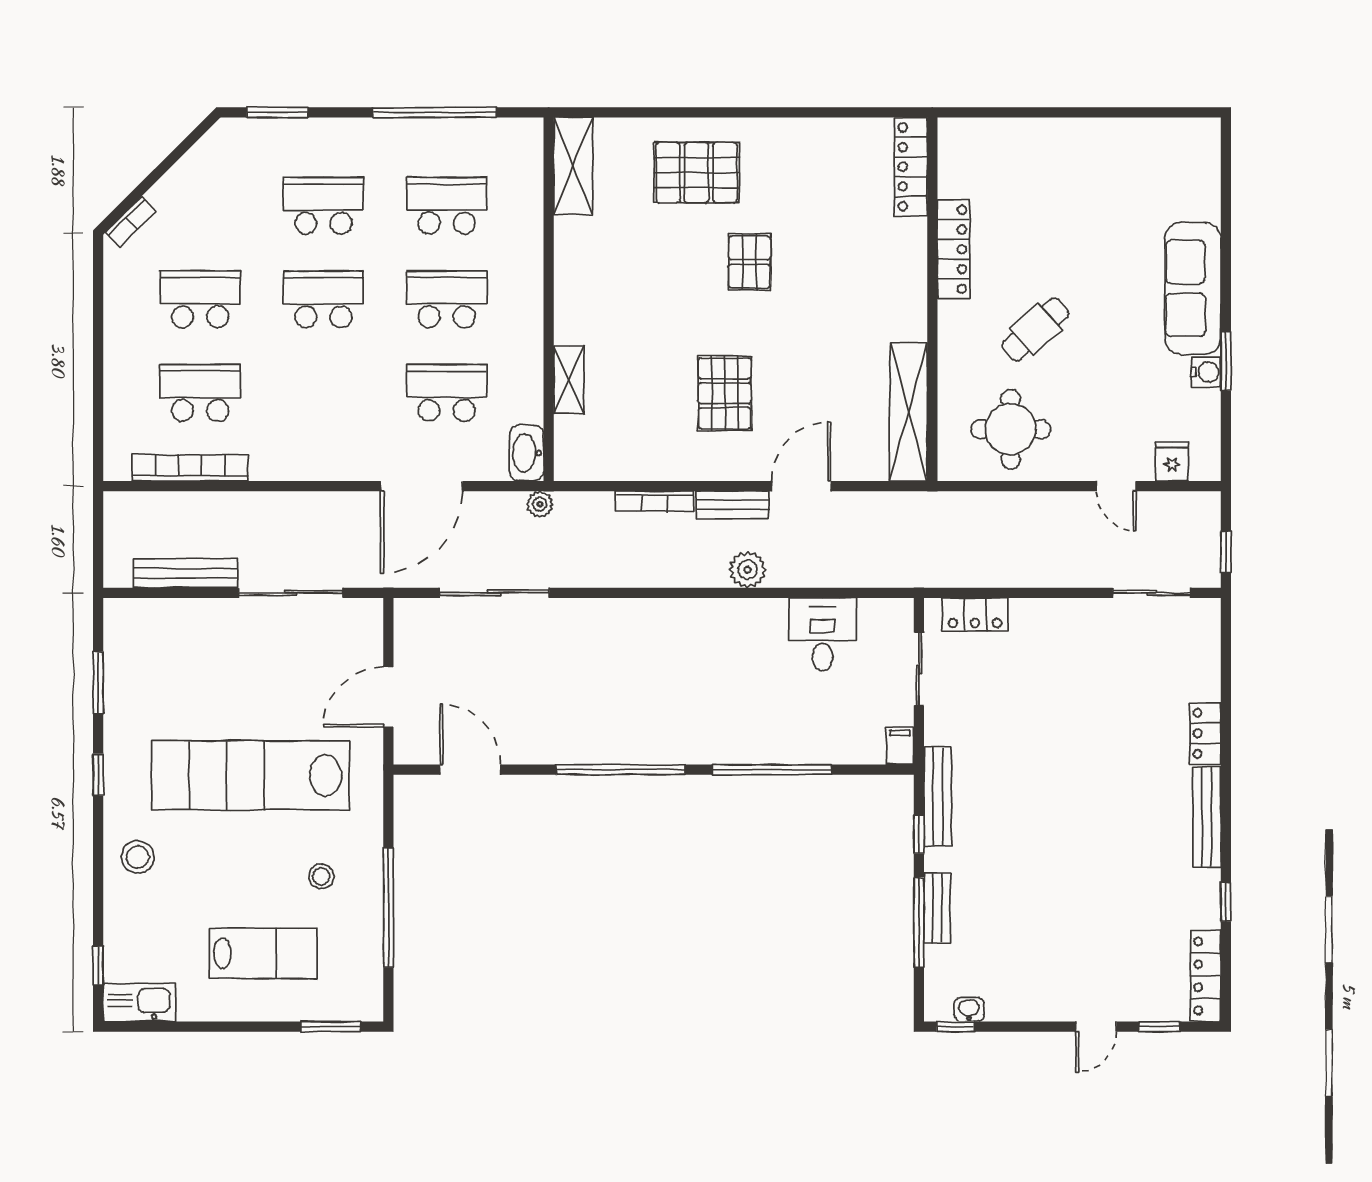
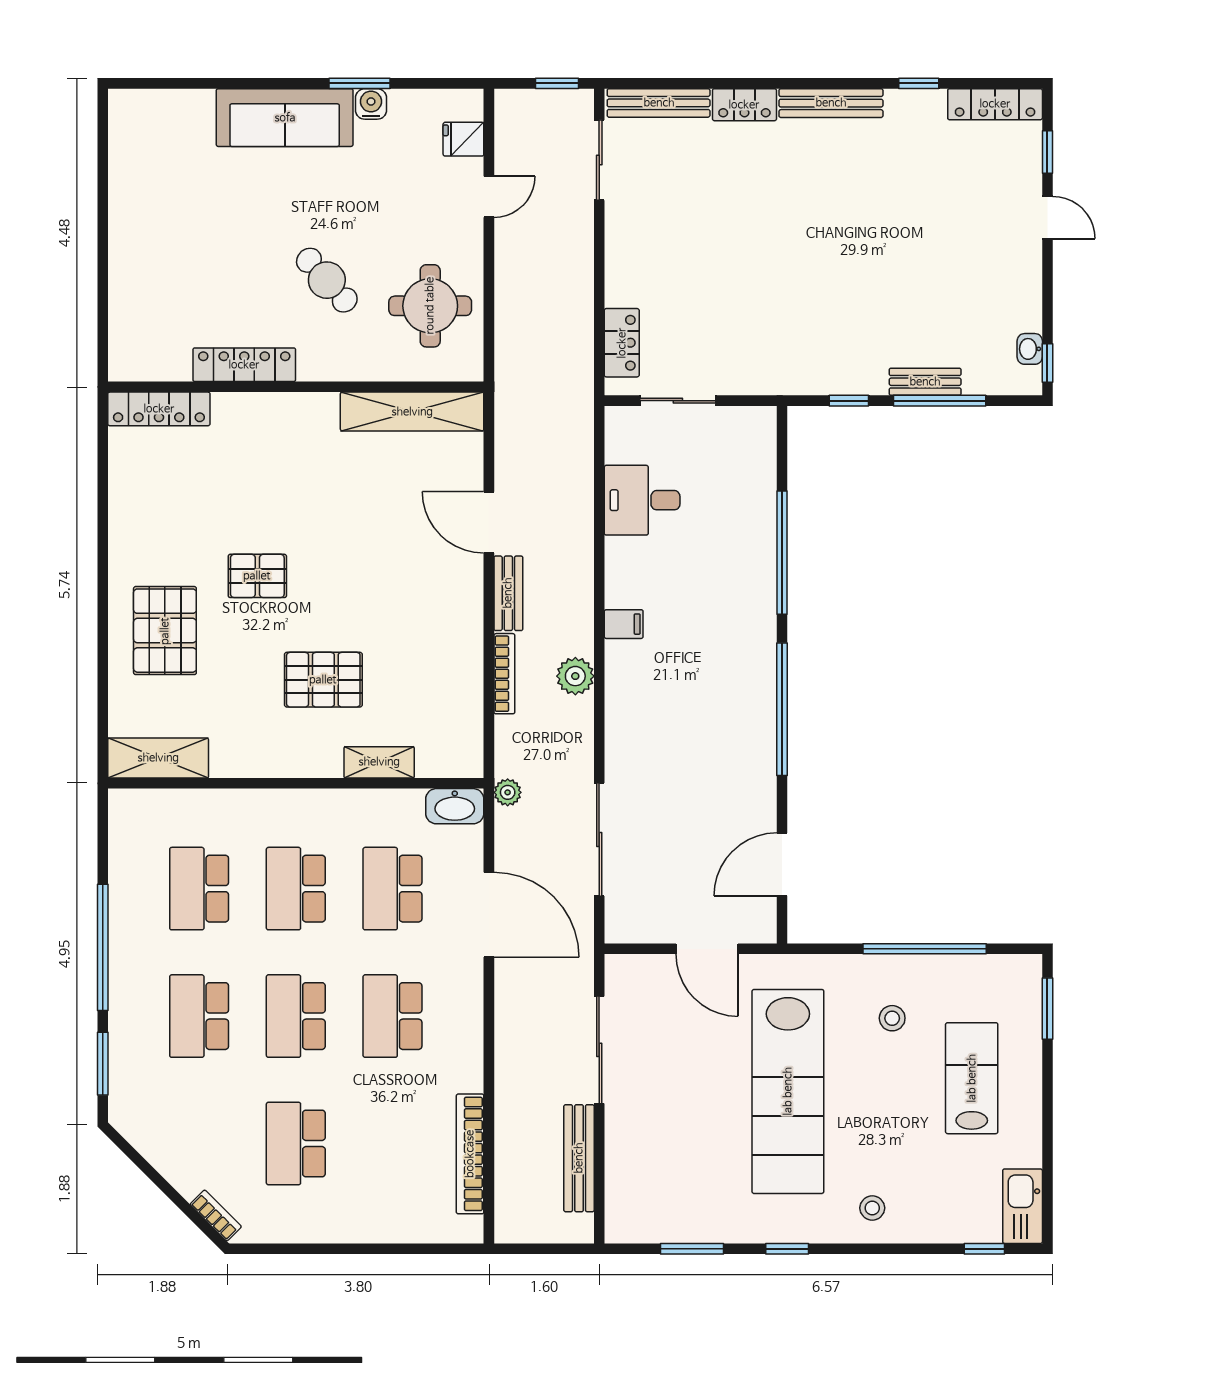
window: (434, 112) -> (103, 947), moved
school desk: (200, 393) -> (392, 1016), moved
pallet: (725, 393) -> (323, 680), moved
plant: (748, 570) -> (575, 676), moved
filing cabinet: (900, 746) -> (624, 624), moved, turned 180
bench: (938, 797) -> (659, 103), moved
stool: (138, 857) -> (872, 1208), width x0.73, depth x0.73

